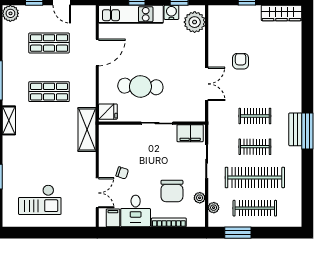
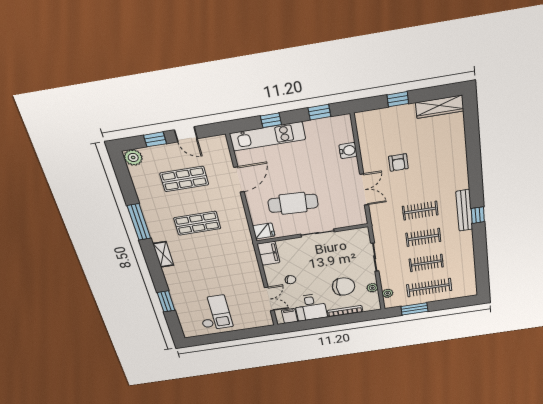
water cooler: (171, 12) -> (348, 151), moved, turned 90
plant: (195, 22) -> (341, 132), removed
armchair: (241, 61) -> (398, 162), turned 180
bench: (295, 129) -> (464, 210), width x1.36
shelving: (87, 130) -> (246, 250), removed
window: (307, 131) -> (478, 215), width x0.46
filing cabinet: (190, 133) -> (268, 253), moved, turned -90
clothes rail: (255, 177) -> (426, 263), width x0.54, depth x0.76
chair: (172, 191) -> (344, 286), turned -89
checkout: (40, 200) -> (214, 313), turned -90

